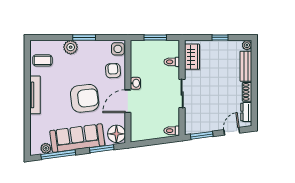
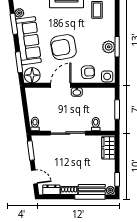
window: (220, 37) -> (117, 179), moved
plant: (71, 47) -> (109, 47), moved
wardrobe: (192, 57) -> (108, 148), moved, turned 90
window: (254, 68) -> (90, 197), added
sliding door: (182, 94) -> (68, 133), width x1.37
armchair: (85, 98) -> (63, 47), turned 87
door: (128, 101) -> (61, 85), hinge flipped
window: (58, 155) -> (14, 24), width x0.69

